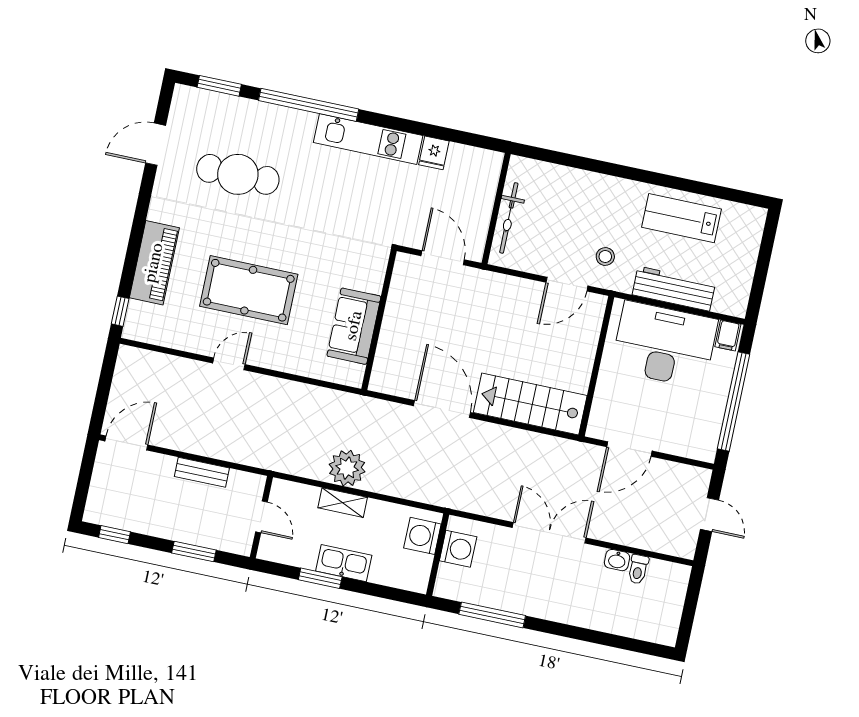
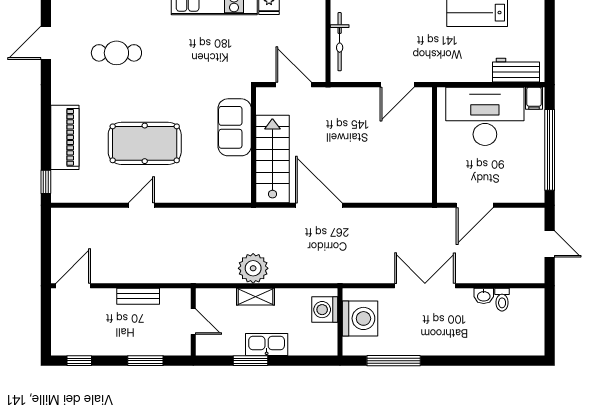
cafe table: (238, 174) -> (116, 53), width x0.73, depth x0.74
stool: (605, 257) -> (423, 56), removed
workbench: (674, 289) -> (516, 70), moved, width x0.73
sofa: (354, 326) -> (235, 127), moved
stairs: (530, 404) -> (272, 159), moved, turned 90
washing machine: (458, 549) -> (360, 318), width x1.37, depth x1.37

